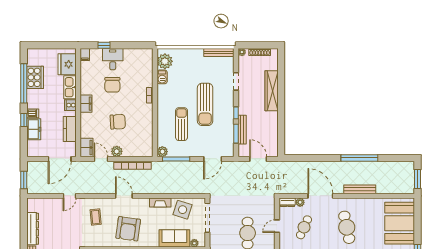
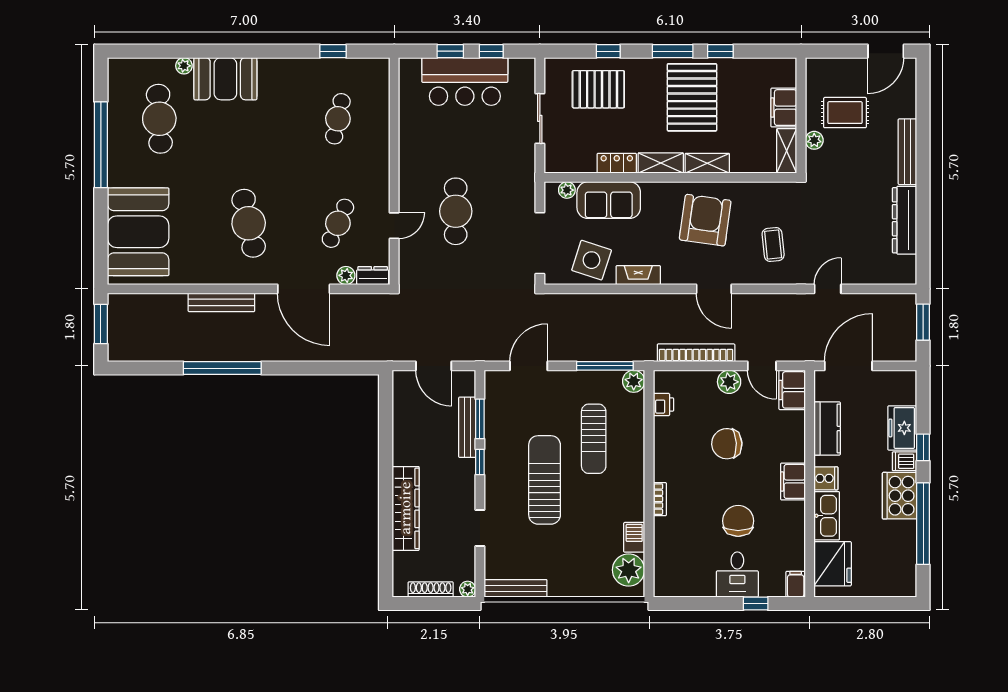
cooker: (35, 77) -> (899, 496), moved
printer: (148, 140) -> (663, 405), added

